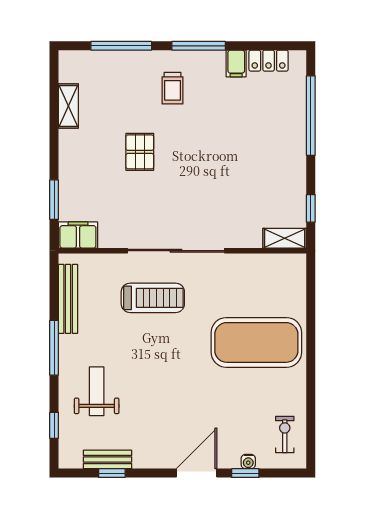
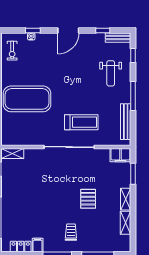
shelving: (68, 151) -> (126, 199), added
treadmill: (153, 298) -> (81, 122), turned 180
bench: (107, 459) -> (118, 38), moved
door: (197, 473) -> (68, 30), moved

